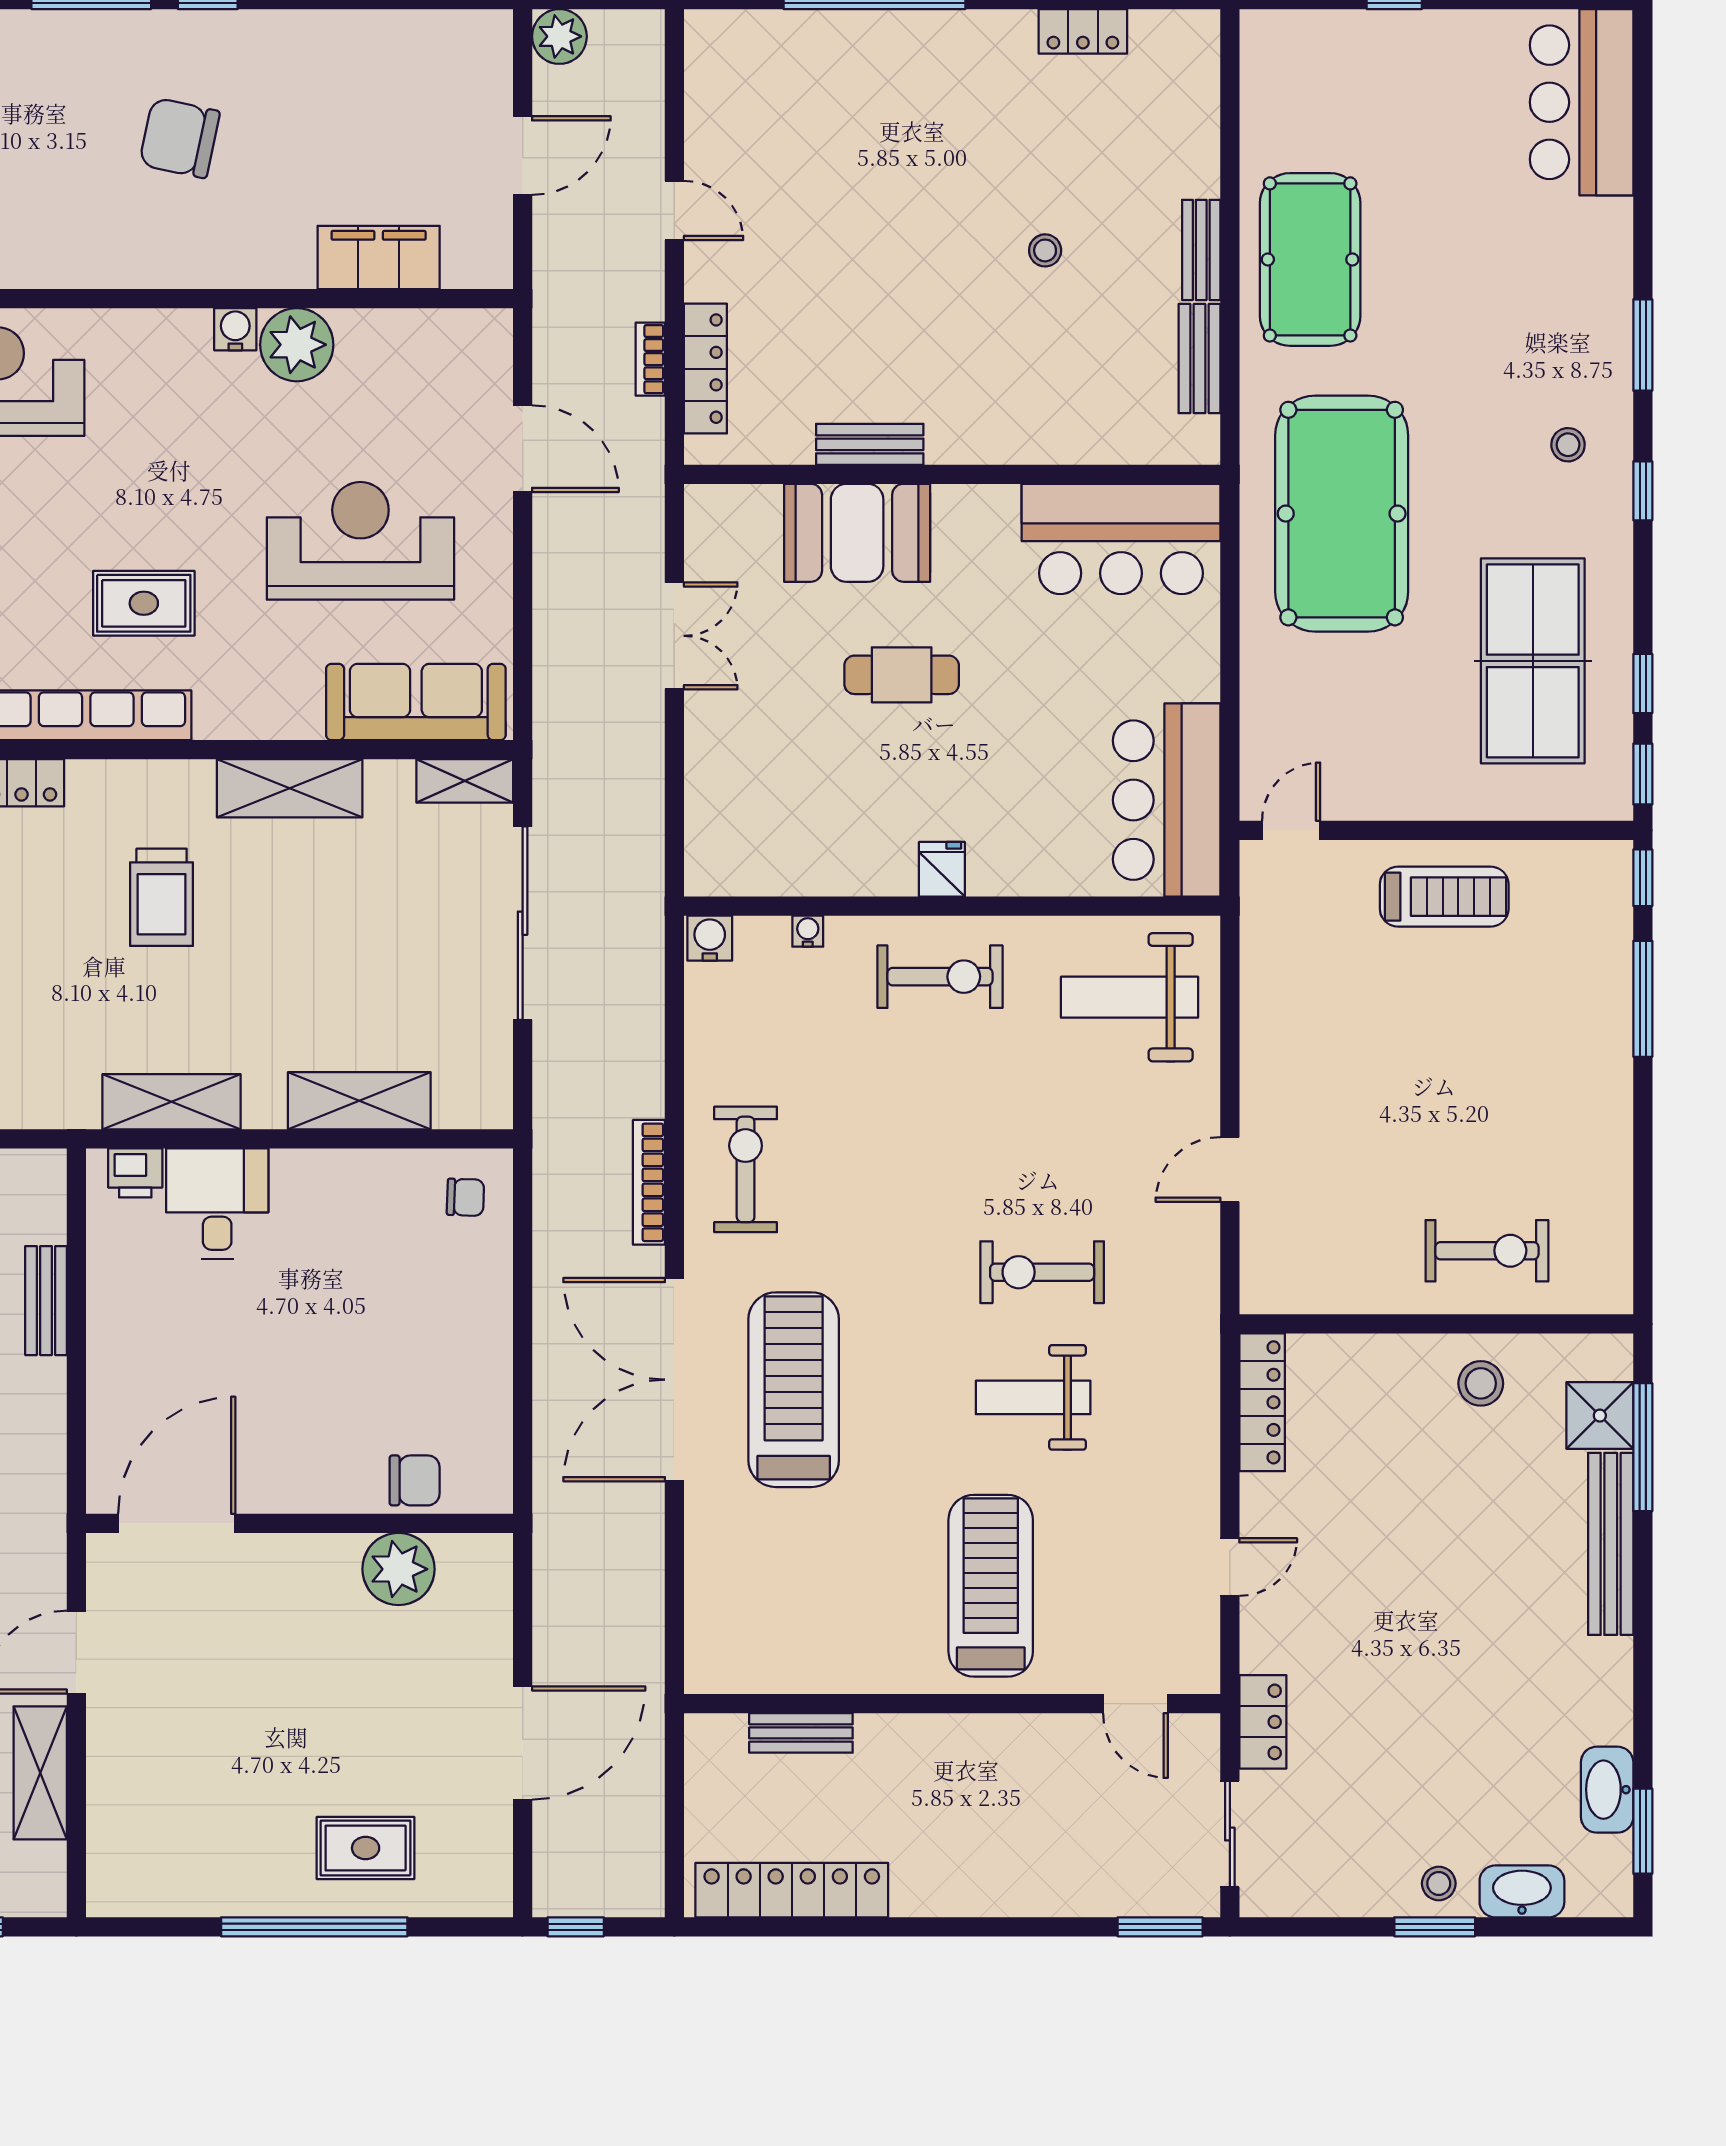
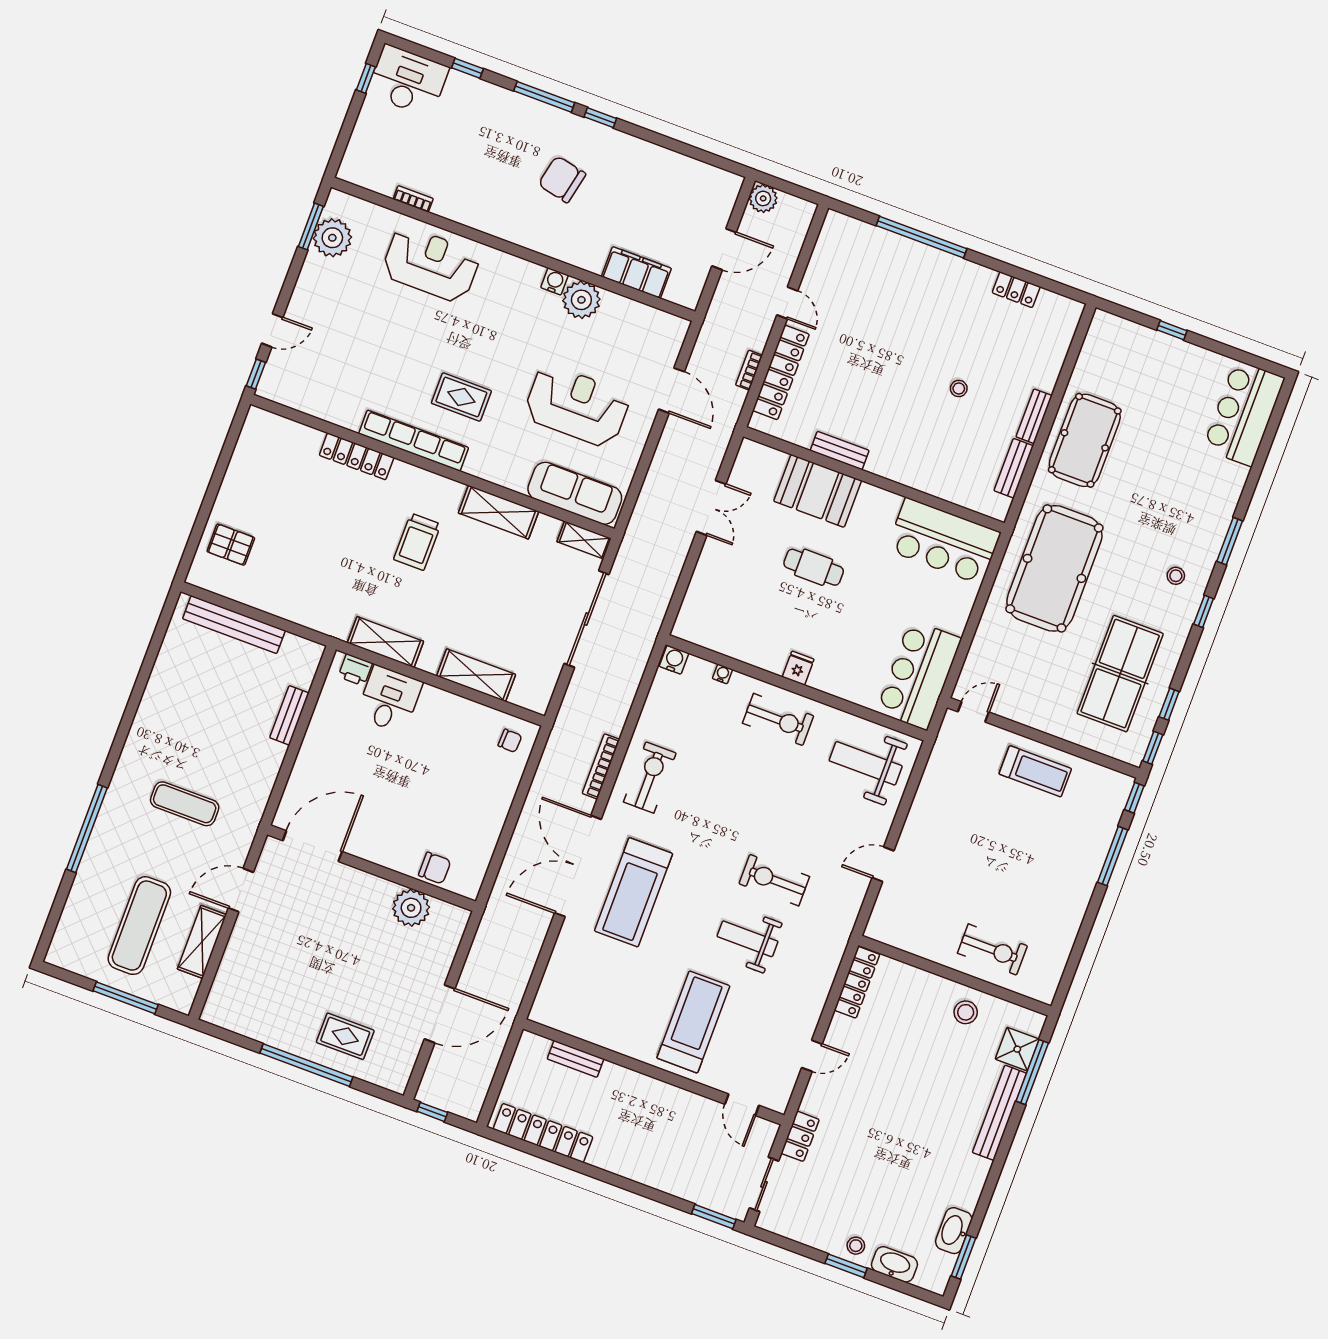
locker: (705, 369) -> (781, 372), width x1.41, depth x1.21
treadmill: (794, 1390) -> (634, 892), turned 180

